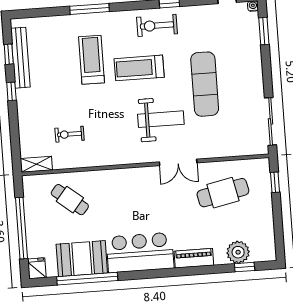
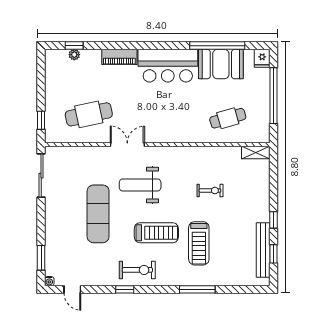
exercise bike: (70, 134) -> (210, 191), moved
cafe table: (70, 200) -> (228, 118), turned -55
plant: (238, 252) -> (74, 55), width x0.53, depth x0.53

